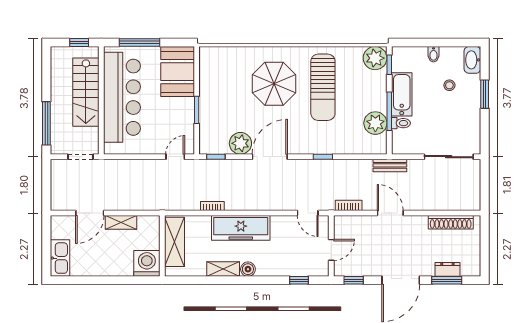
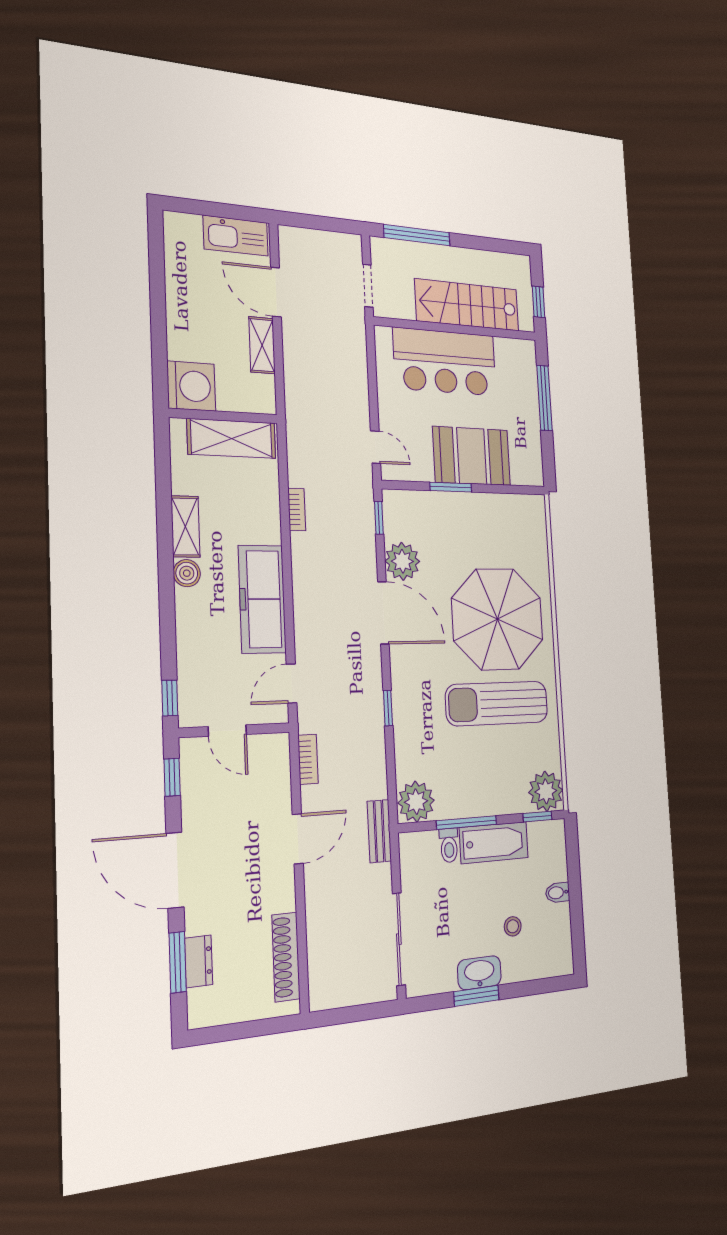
washbasin: (472, 60) -> (479, 973), moved
booth: (178, 72) -> (472, 456), moved
parasol: (274, 84) -> (498, 619), width x1.36, depth x1.36
window: (485, 94) -> (476, 996), moved
bar counter: (122, 97) -> (445, 362), width x0.73
plant: (375, 123) -> (416, 802), moved
freezer: (241, 228) -> (262, 599), moved
kitchen sink: (60, 258) -> (236, 236), moved
window: (299, 280) -> (170, 698), moved

